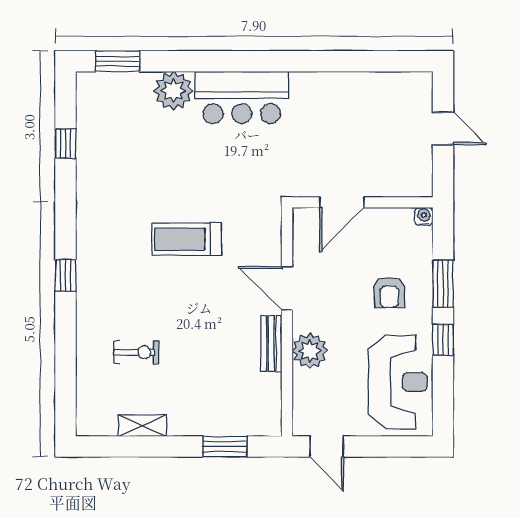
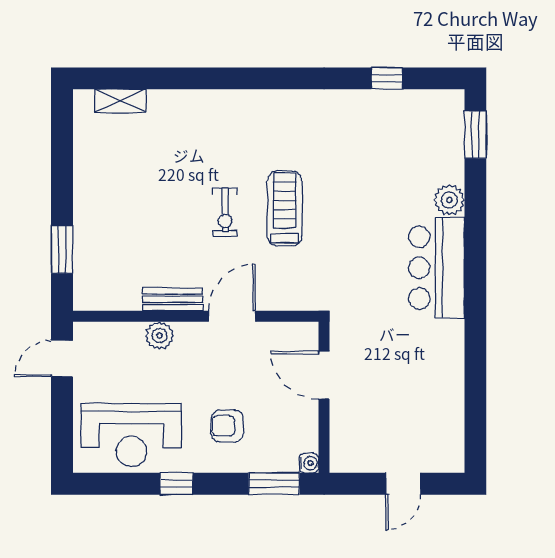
plant: (174, 91) -> (449, 200), width x0.73, depth x0.73
window: (65, 275) -> (246, 78), removed
window: (443, 284) -> (274, 484), moved
plant: (310, 351) -> (159, 336), width x0.73, depth x0.73
exercise bike: (136, 352) -> (225, 212), moved
shelving: (143, 426) -> (120, 101), moved, turned 90

